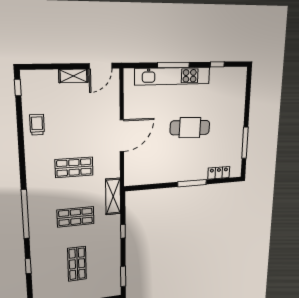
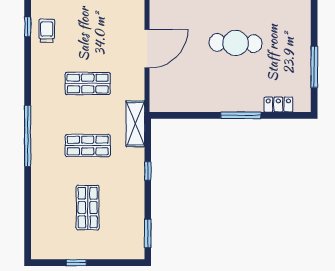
window: (28, 266) -> (28, 27), moved

